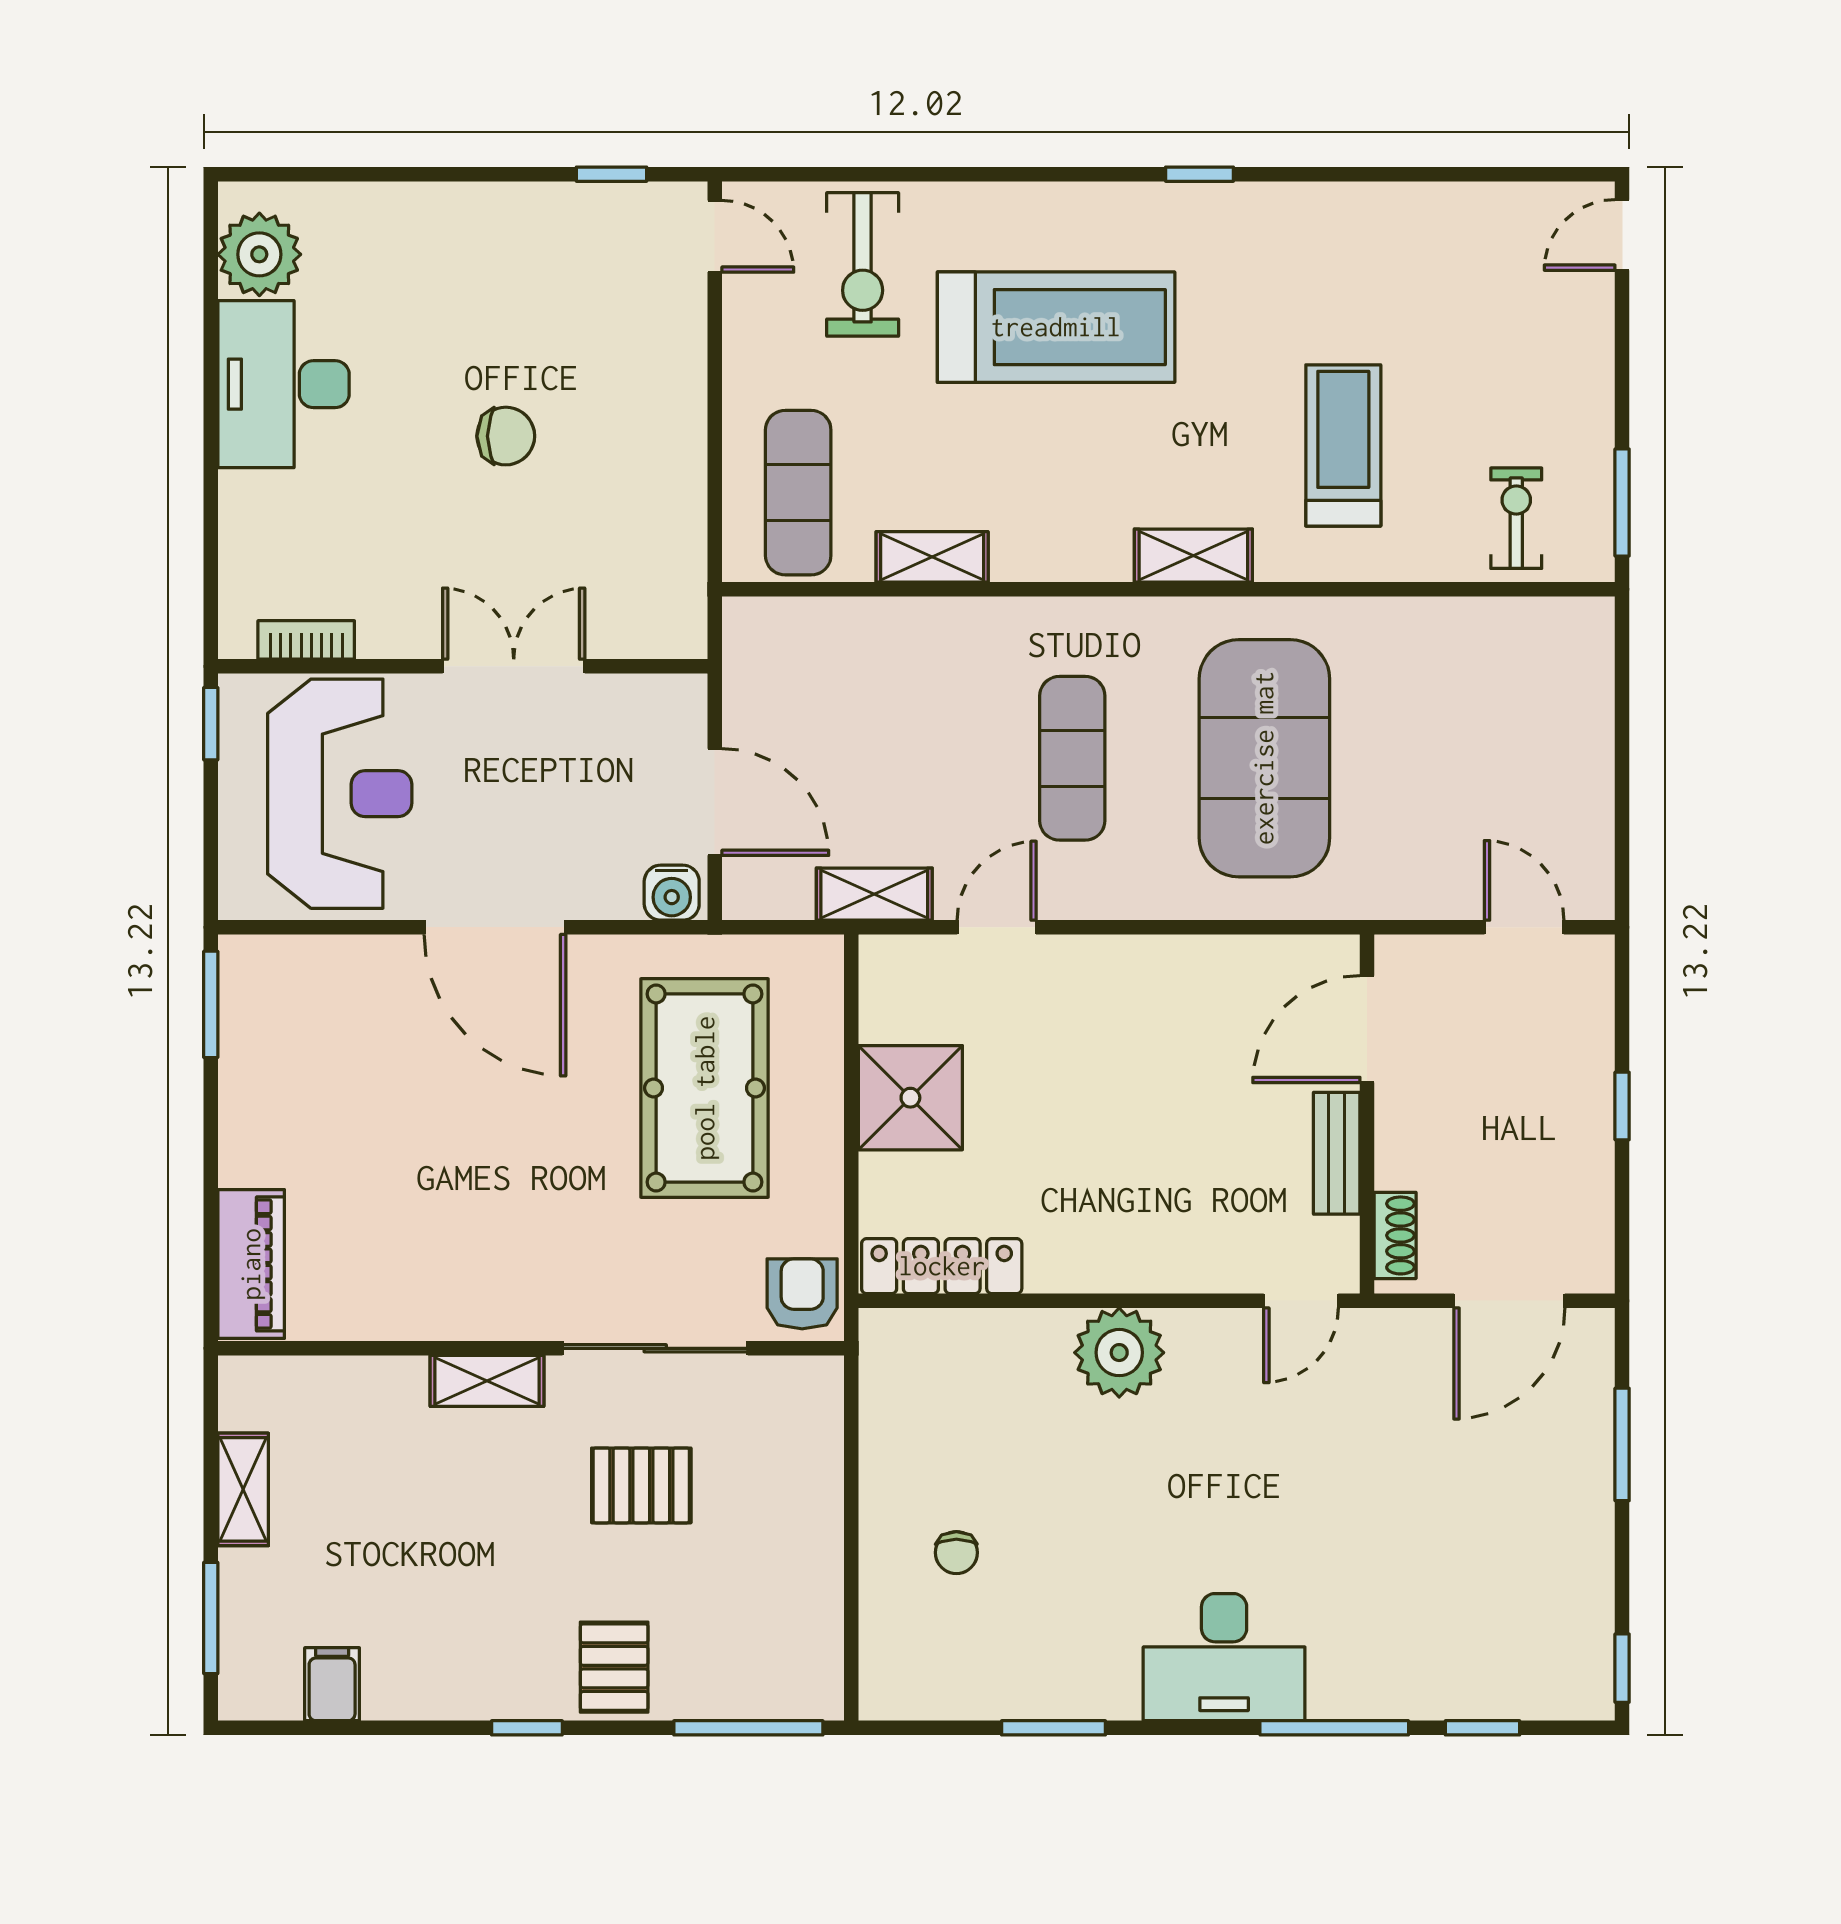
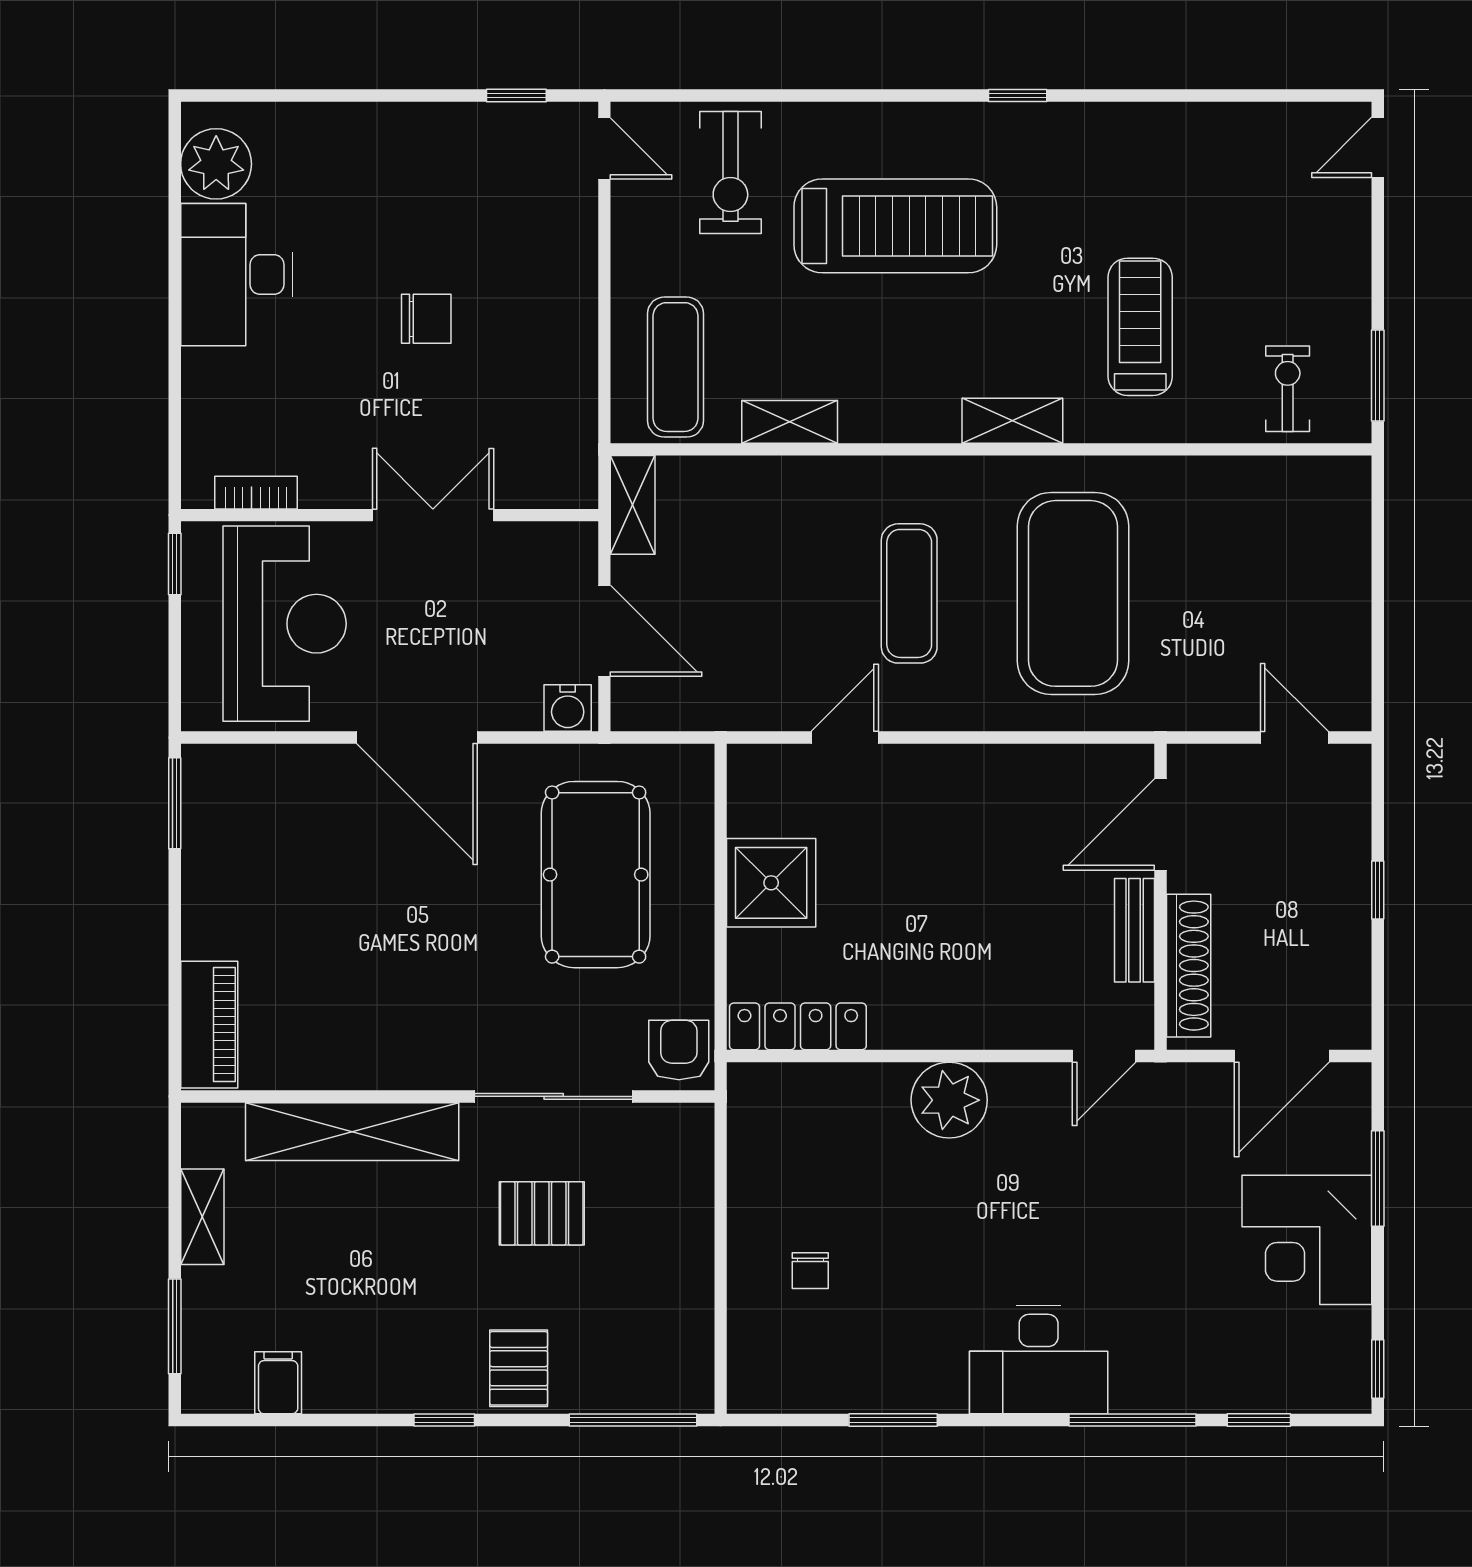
shelving: (874, 894) -> (633, 505), moved, turned 90
shoe rack: (1395, 1235) -> (1189, 966), width x1.94, depth x1.24
shelving: (487, 1381) -> (352, 1132), width x2.20, depth x1.33
corner desk: (1539, 1516) -> (1307, 1240), added

